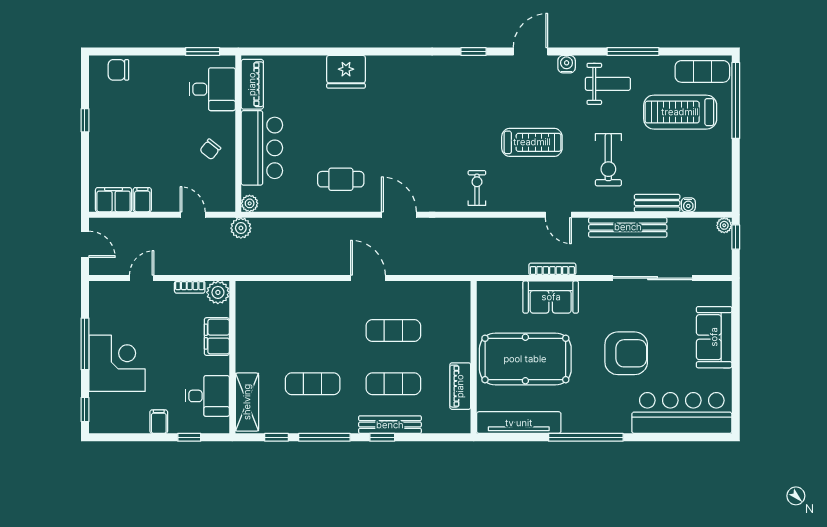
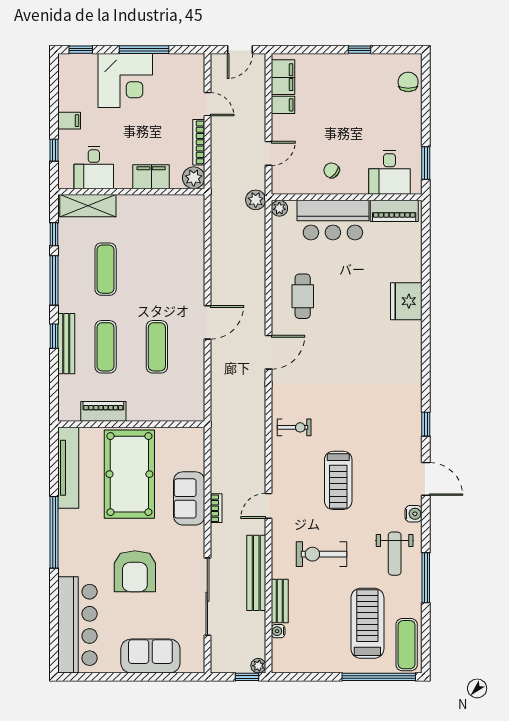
bookcase: (552, 269) -> (216, 508), width x0.64
bookcase: (190, 287) -> (199, 142), width x1.56

